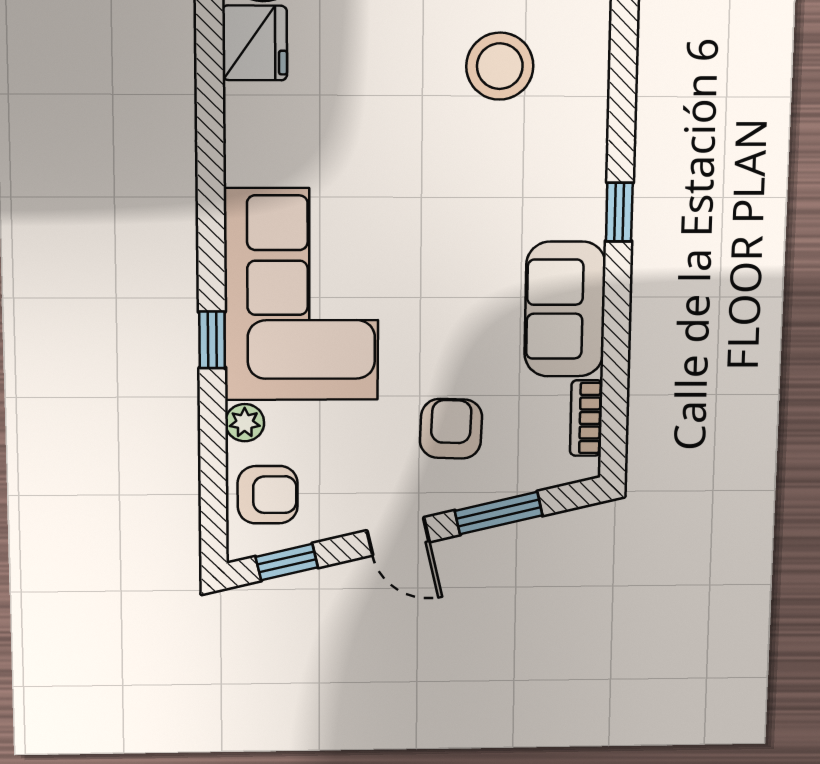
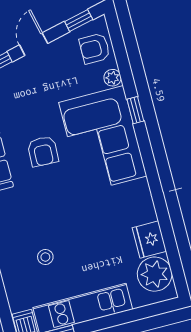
stool: (500, 66) -> (45, 257), width x0.53, depth x0.53
armchair: (451, 429) -> (43, 151), moved
door: (398, 536) -> (34, 44), hinge flipped

